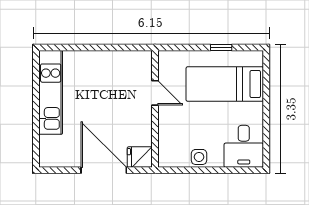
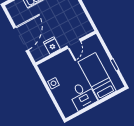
desk: (244, 146) -> (83, 96), moved, turned -90
fridge: (140, 157) -> (52, 46), moved

